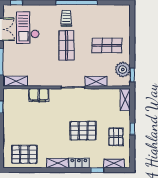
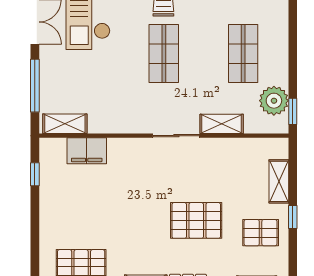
shop shelf: (107, 45) -> (243, 54), turned 90
filing cabinet: (39, 95) -> (87, 151), moved
shelving: (125, 99) -> (279, 181), moved
pallet: (116, 137) -> (261, 233), turned 90

